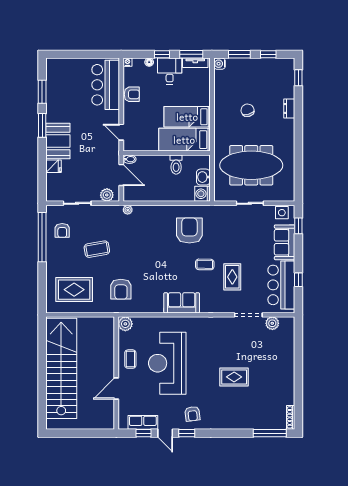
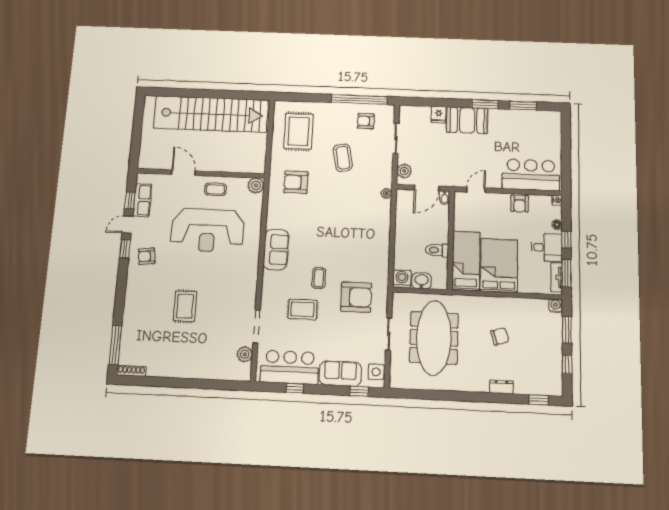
bed: (187, 117) -> (499, 265), width x1.50
armchair: (189, 231) -> (356, 297), moved
reception desk: (167, 363) -> (207, 230), turned 180

